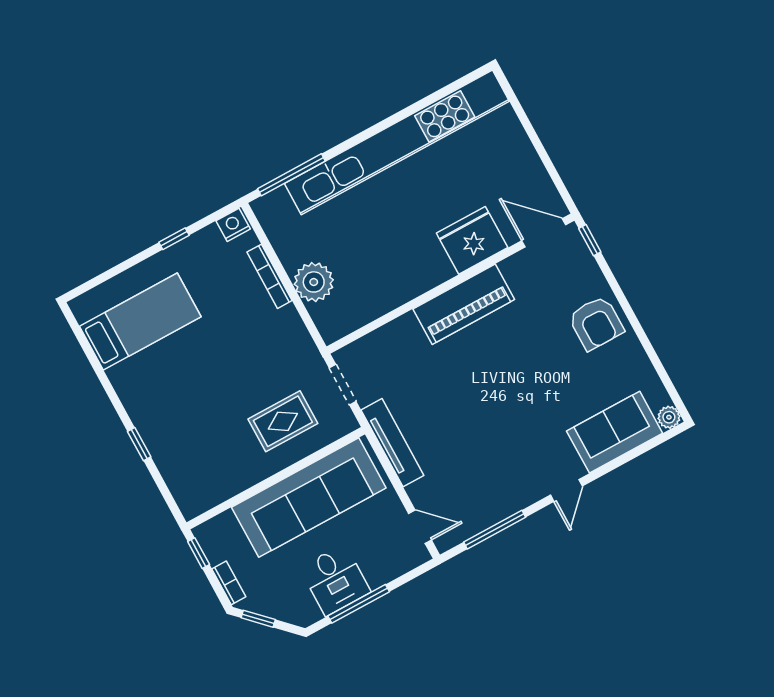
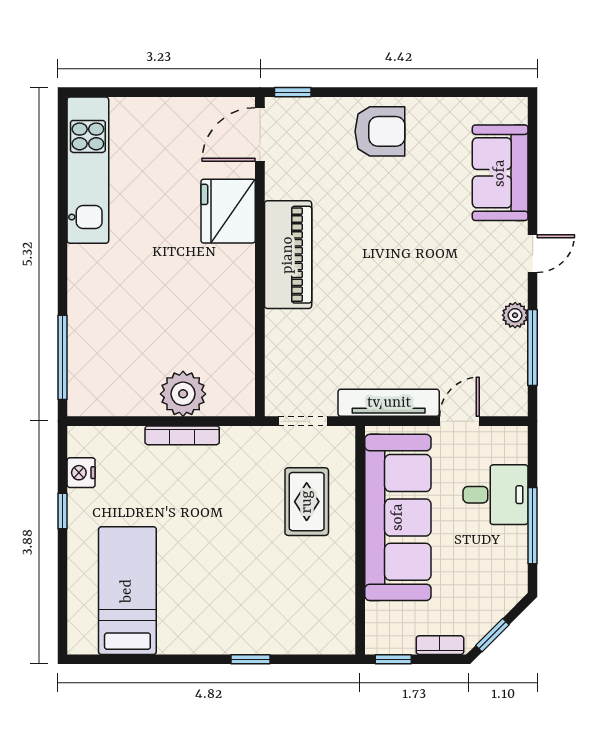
kitchen unit: (397, 142) -> (88, 170), width x0.54
nightstand: (233, 225) -> (81, 473), moved
bookcase: (269, 276) -> (182, 435), moved
plant: (669, 417) -> (515, 315), moved
door: (566, 491) -> (533, 254), hinge flipped
door: (420, 527) -> (459, 421), moved
desk: (335, 580) -> (495, 495), moved

